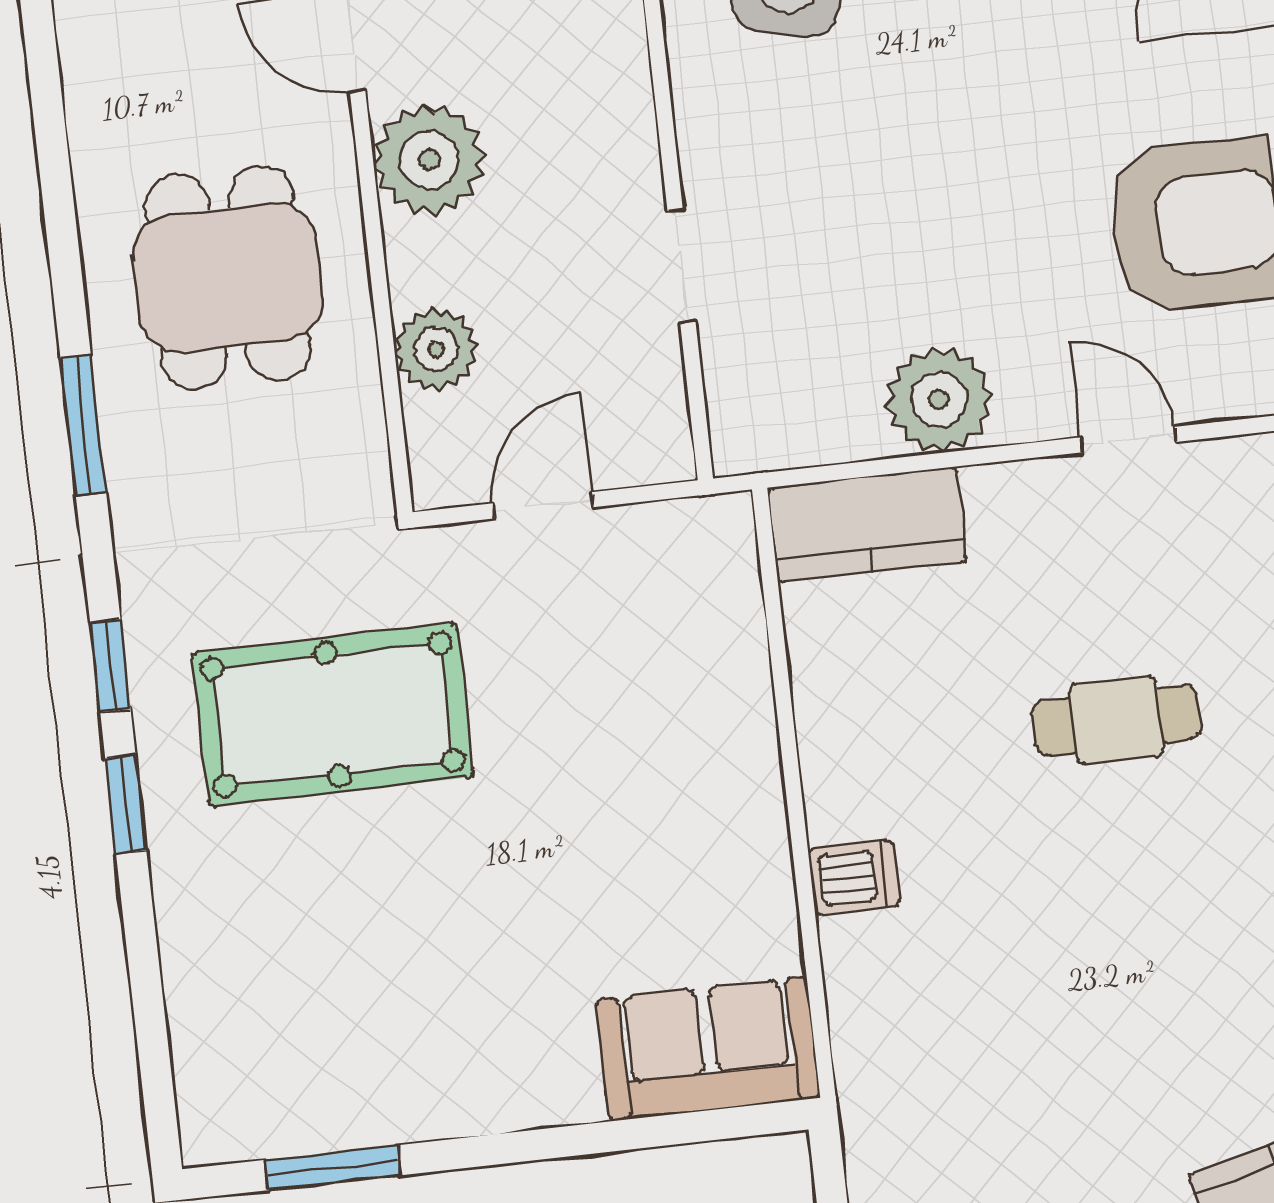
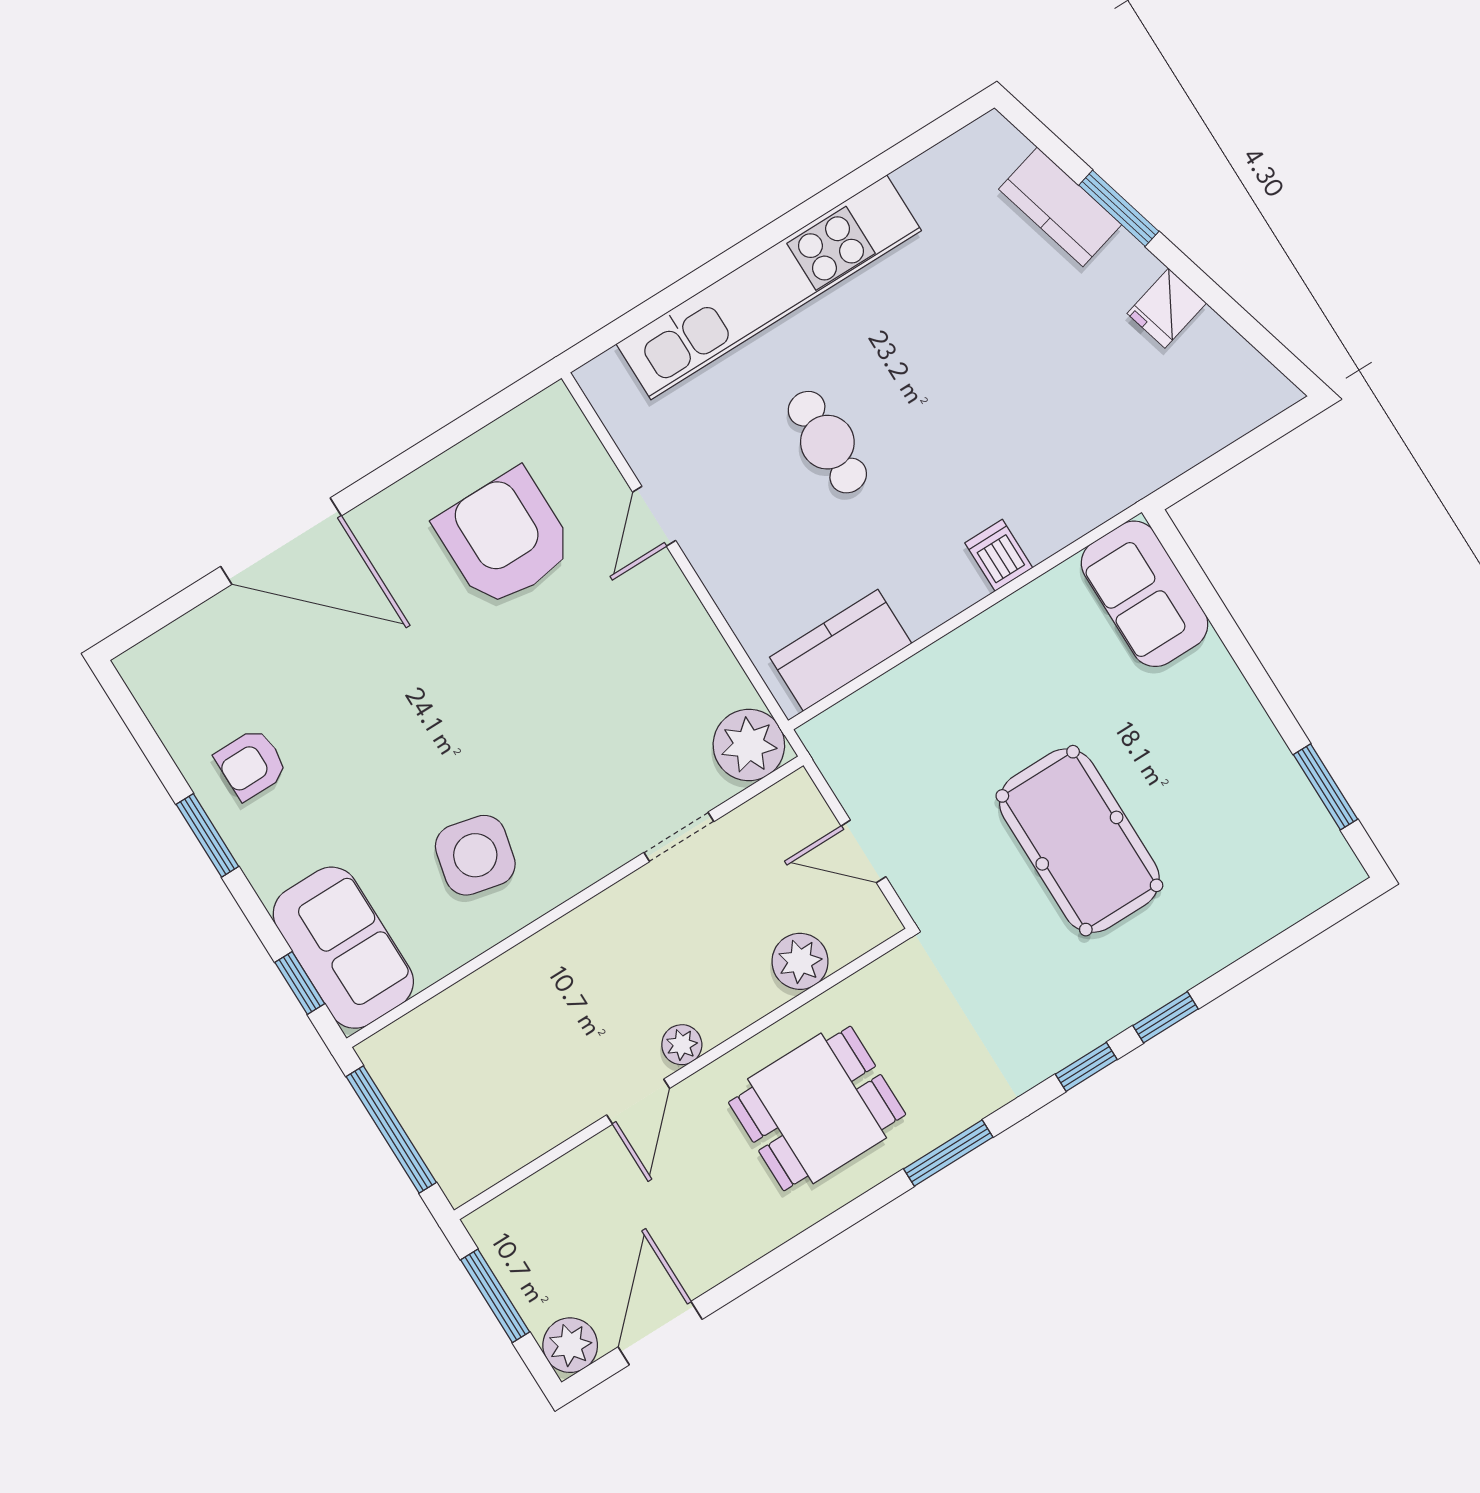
plant: (429, 160) -> (682, 1045), width x0.53, depth x0.53
plant: (939, 400) -> (749, 745), moved
kitchen counter: (867, 524) -> (841, 650), moved, turned -90
pool table: (333, 715) -> (1079, 841), moved

